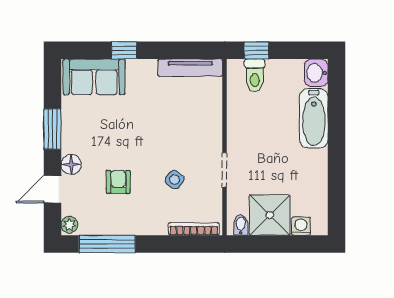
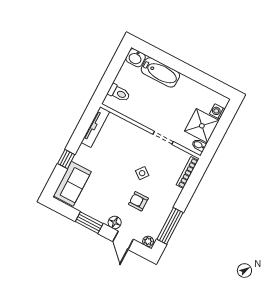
window: (256, 50) -> (105, 85), removed
side table: (175, 180) -> (142, 173), moved

